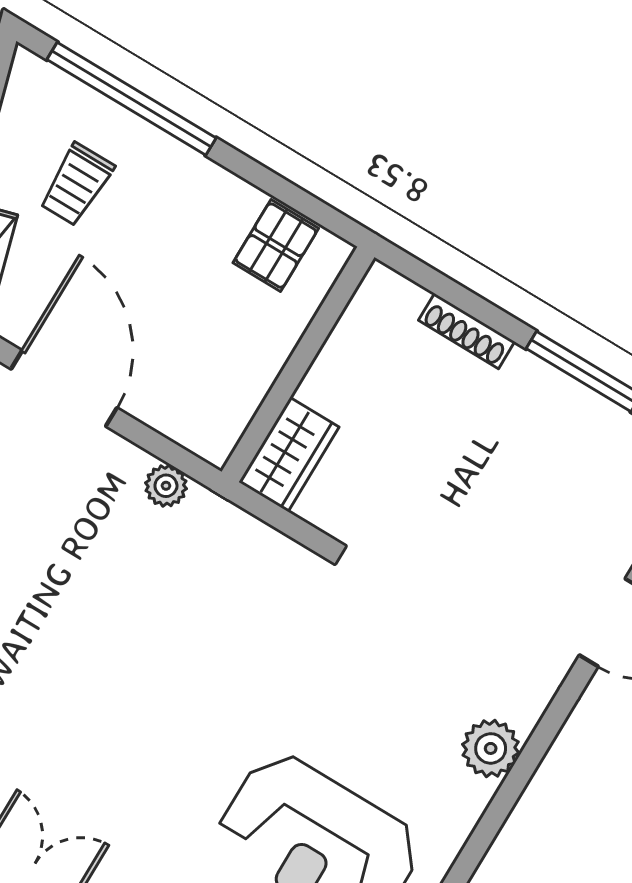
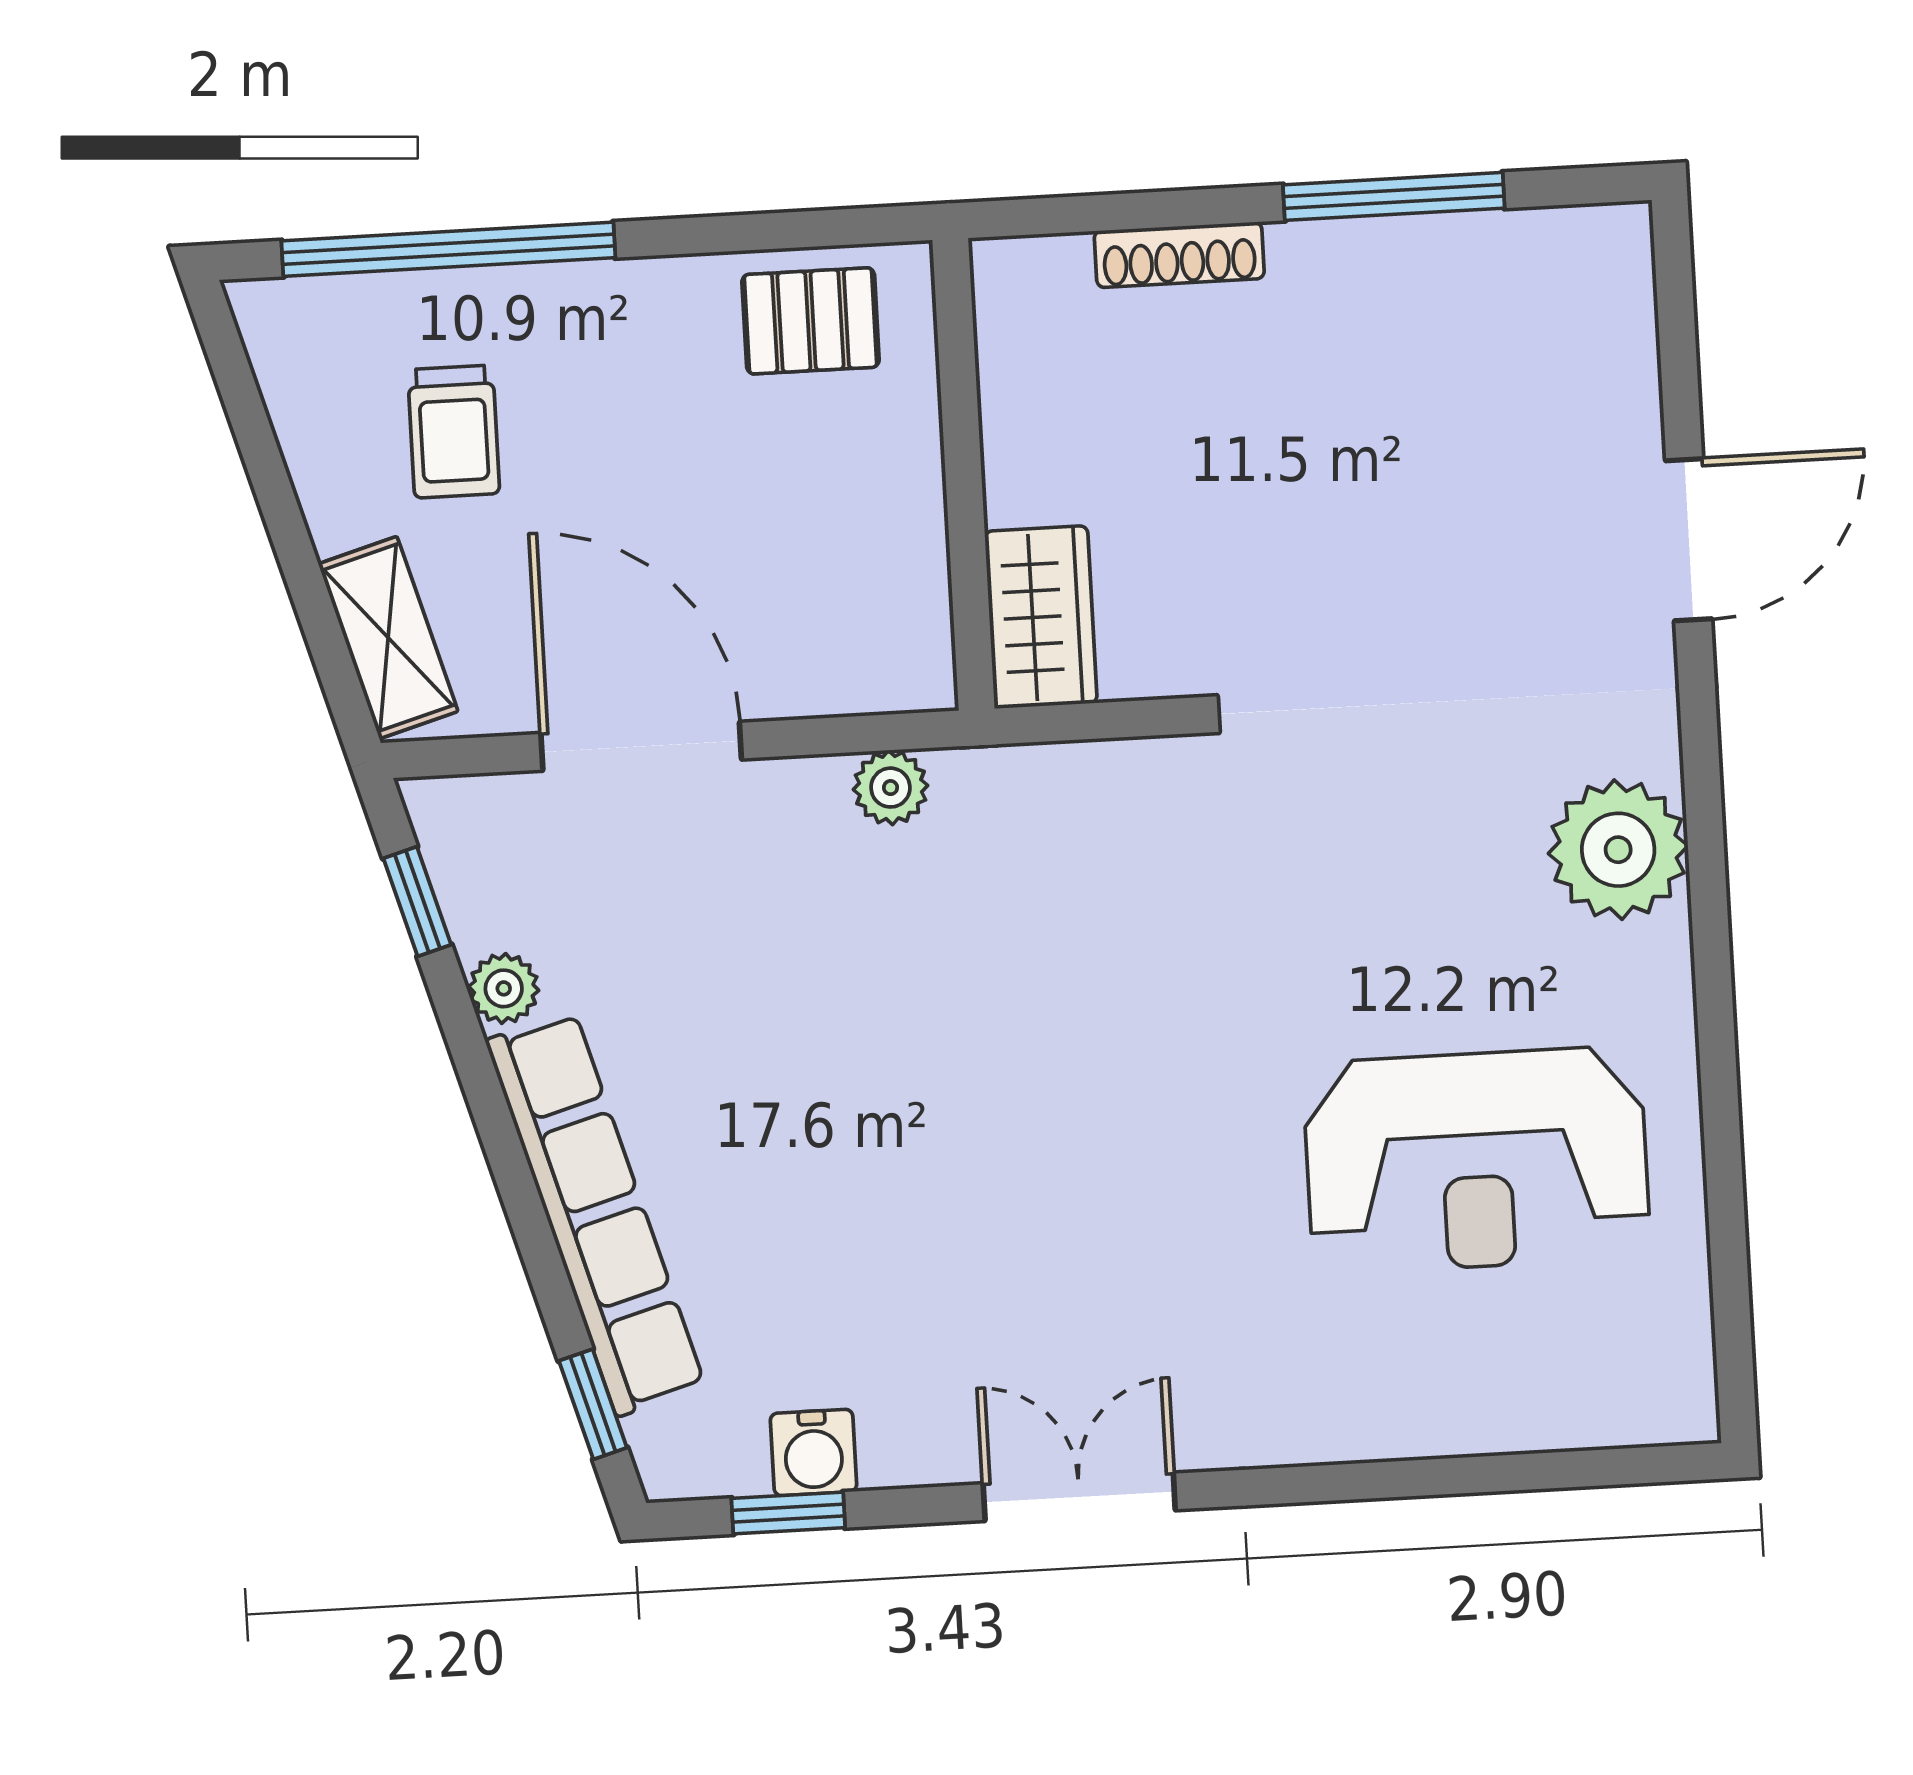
pallet: (276, 246) -> (811, 321), turned 90
plant: (491, 748) -> (1618, 850), width x1.36, depth x1.36

